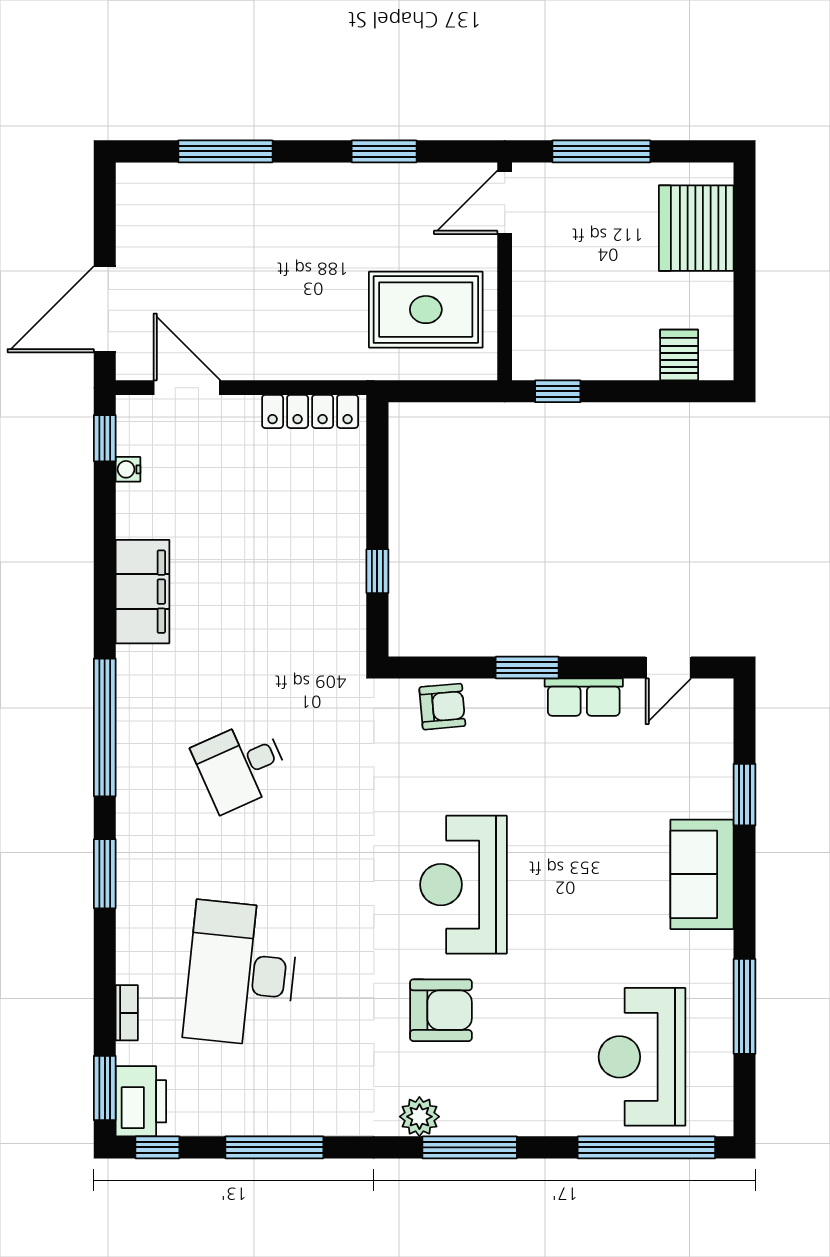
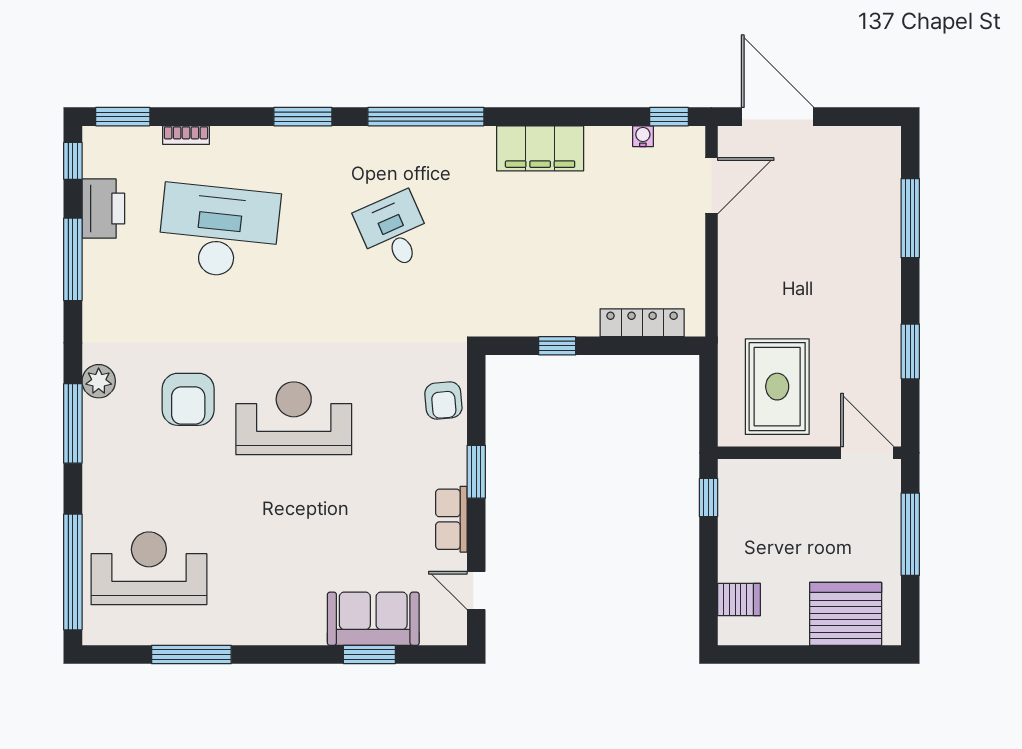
locker: (310, 411) -> (642, 323), moved, turned 90
sofa: (702, 874) -> (373, 619), moved
printer: (141, 1101) -> (103, 209), moved, turned -90

